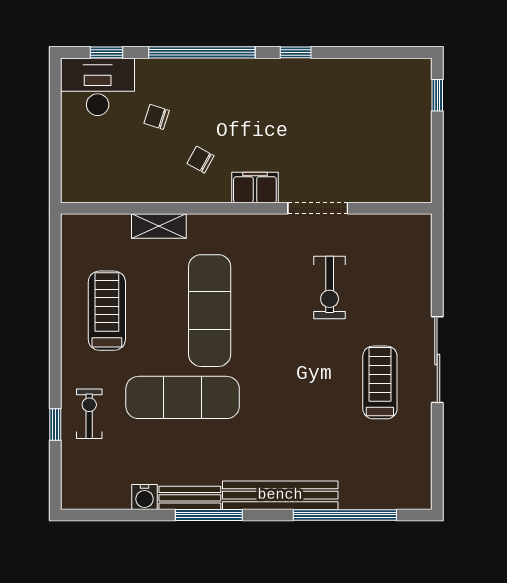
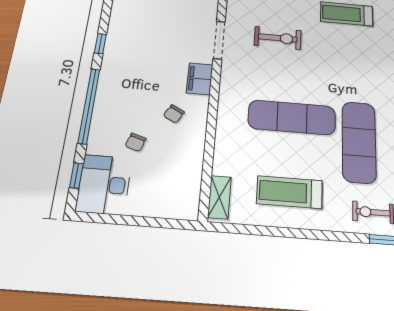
shelving: (159, 226) -> (219, 197), moved

